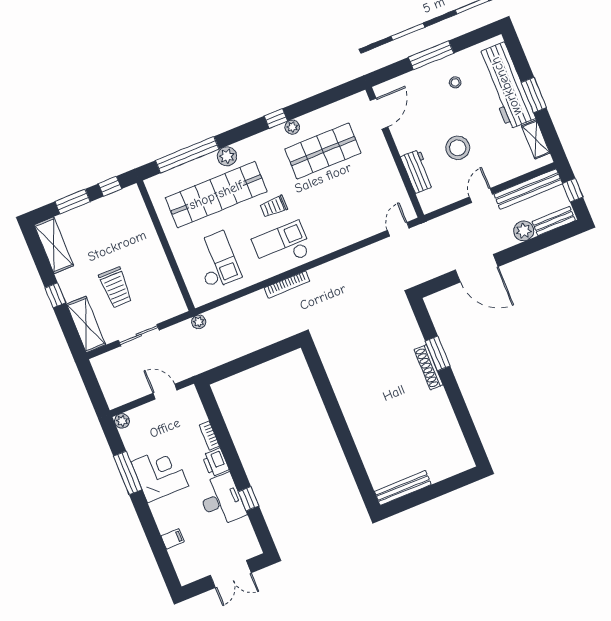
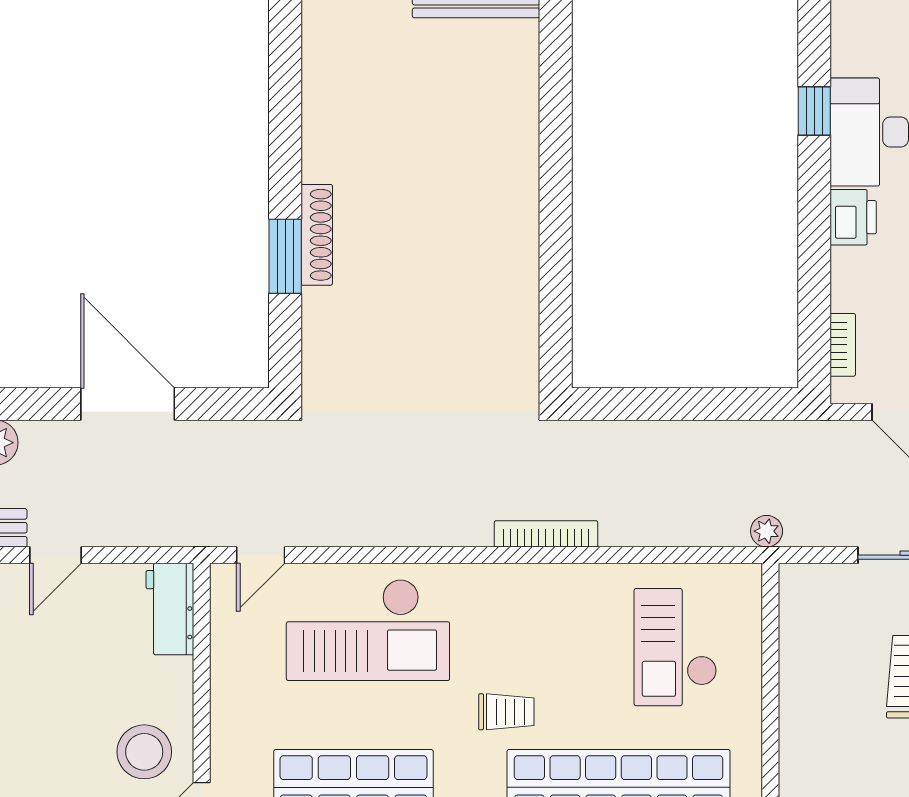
stool: (458, 148) -> (144, 752), moved
workbench: (417, 171) -> (170, 609), moved
checkout: (282, 246) -> (368, 630), moved, width x1.36, depth x1.21
bookcase: (209, 436) -> (843, 345), moved

